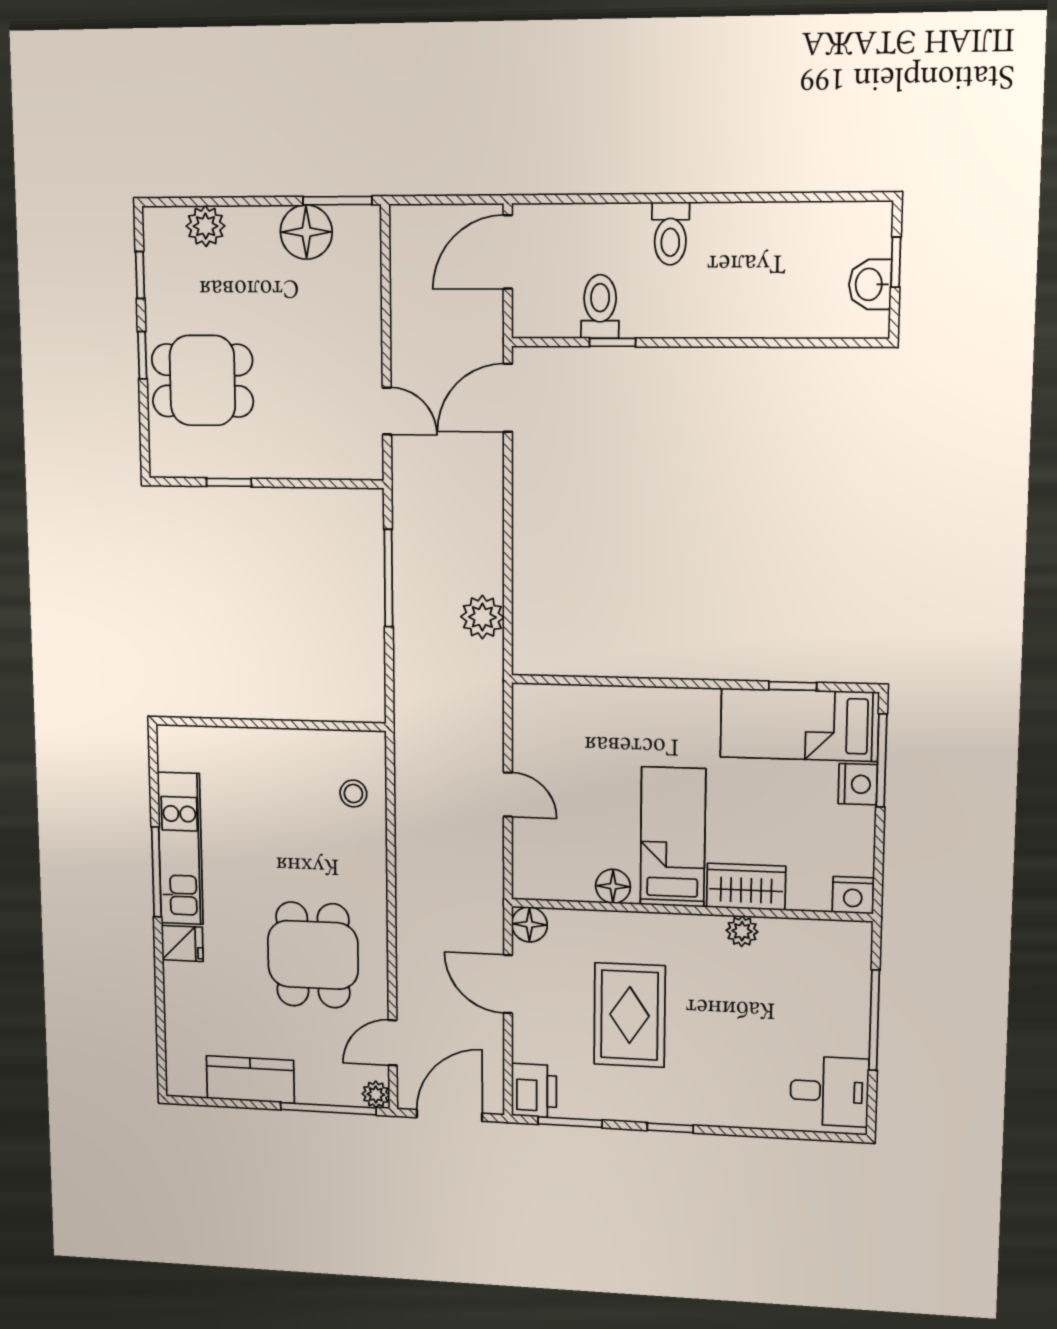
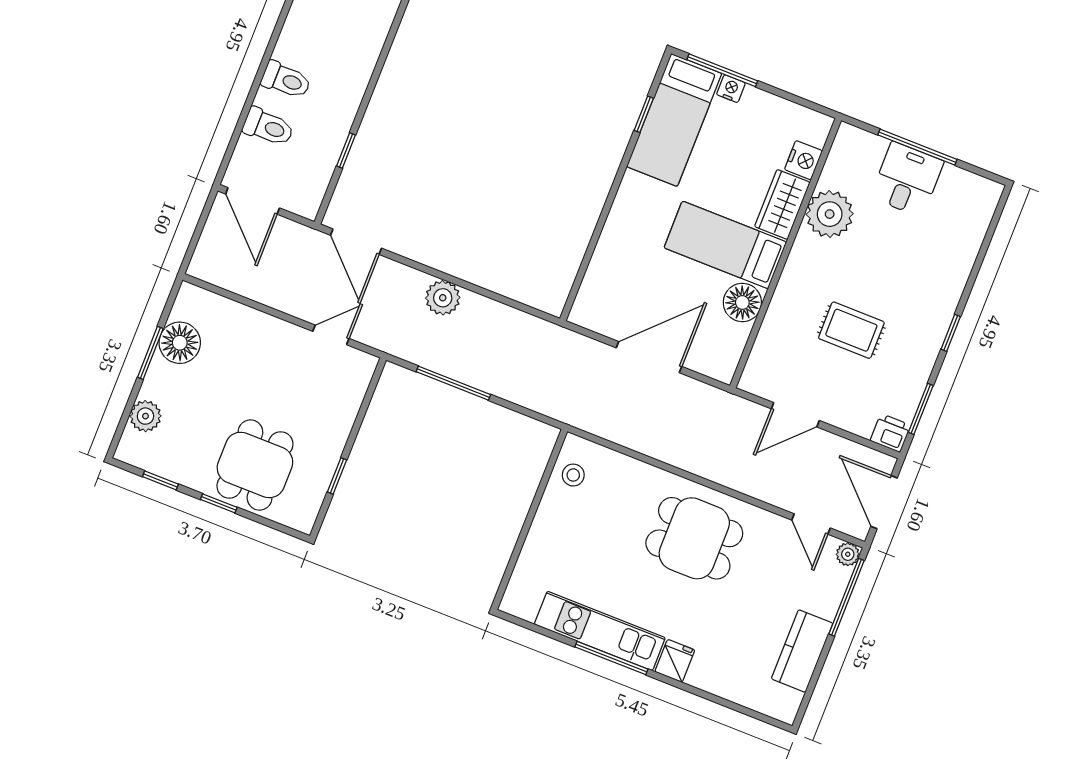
window: (337, 201) -> (150, 353), moved
toilet: (600, 307) -> (268, 127), moved, turned 180
plant: (482, 617) -> (443, 298), moved
nightstand: (858, 784) -> (731, 89), width x0.72, depth x0.74
stool: (353, 794) -> (573, 475), moved
door: (508, 795) -> (649, 357), width x1.88
floor lamp: (613, 886) -> (742, 302), width x1.38, depth x1.38
nightstand: (853, 895) -> (803, 160), moved
floor lamp: (529, 924) -> (755, 380), removed
plant: (742, 931) -> (830, 214), width x1.87, depth x1.87
dining table: (313, 955) -> (694, 538), moved
rug: (630, 1015) -> (851, 330), width x0.73, depth x0.70
printer: (534, 1091) -> (890, 433), width x0.73, depth x0.81
desk: (829, 1091) -> (907, 179), moved

